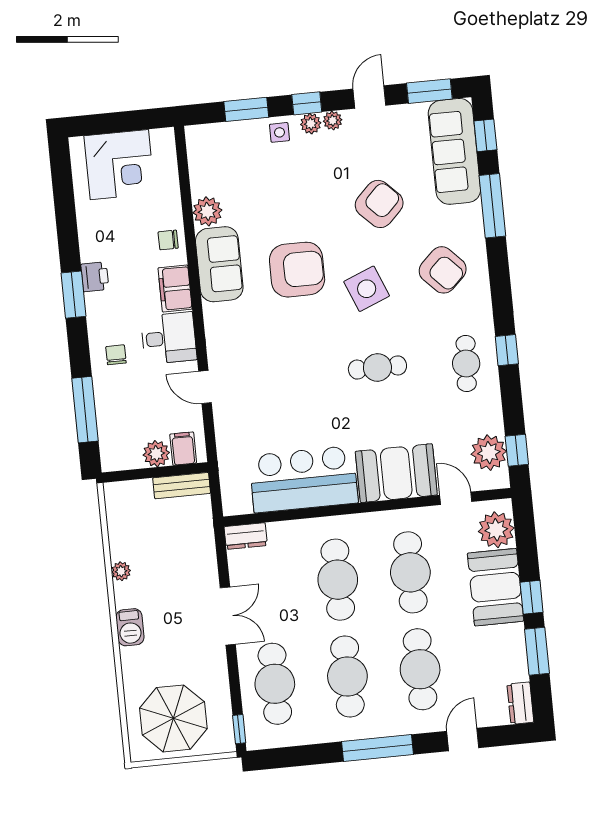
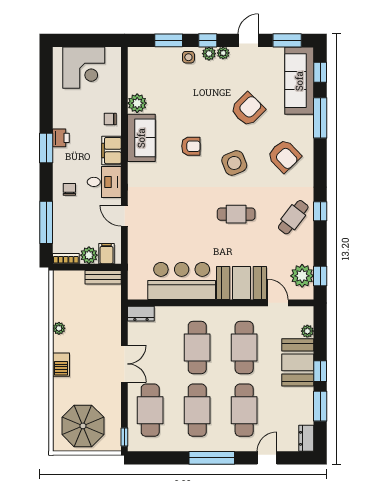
armchair: (297, 270) -> (191, 146), width x0.53, depth x0.53
cafe table: (466, 363) -> (293, 217), turned 34
bookcase: (121, 462) -> (66, 259), added
plant: (496, 530) -> (307, 331), width x0.53, depth x0.53

